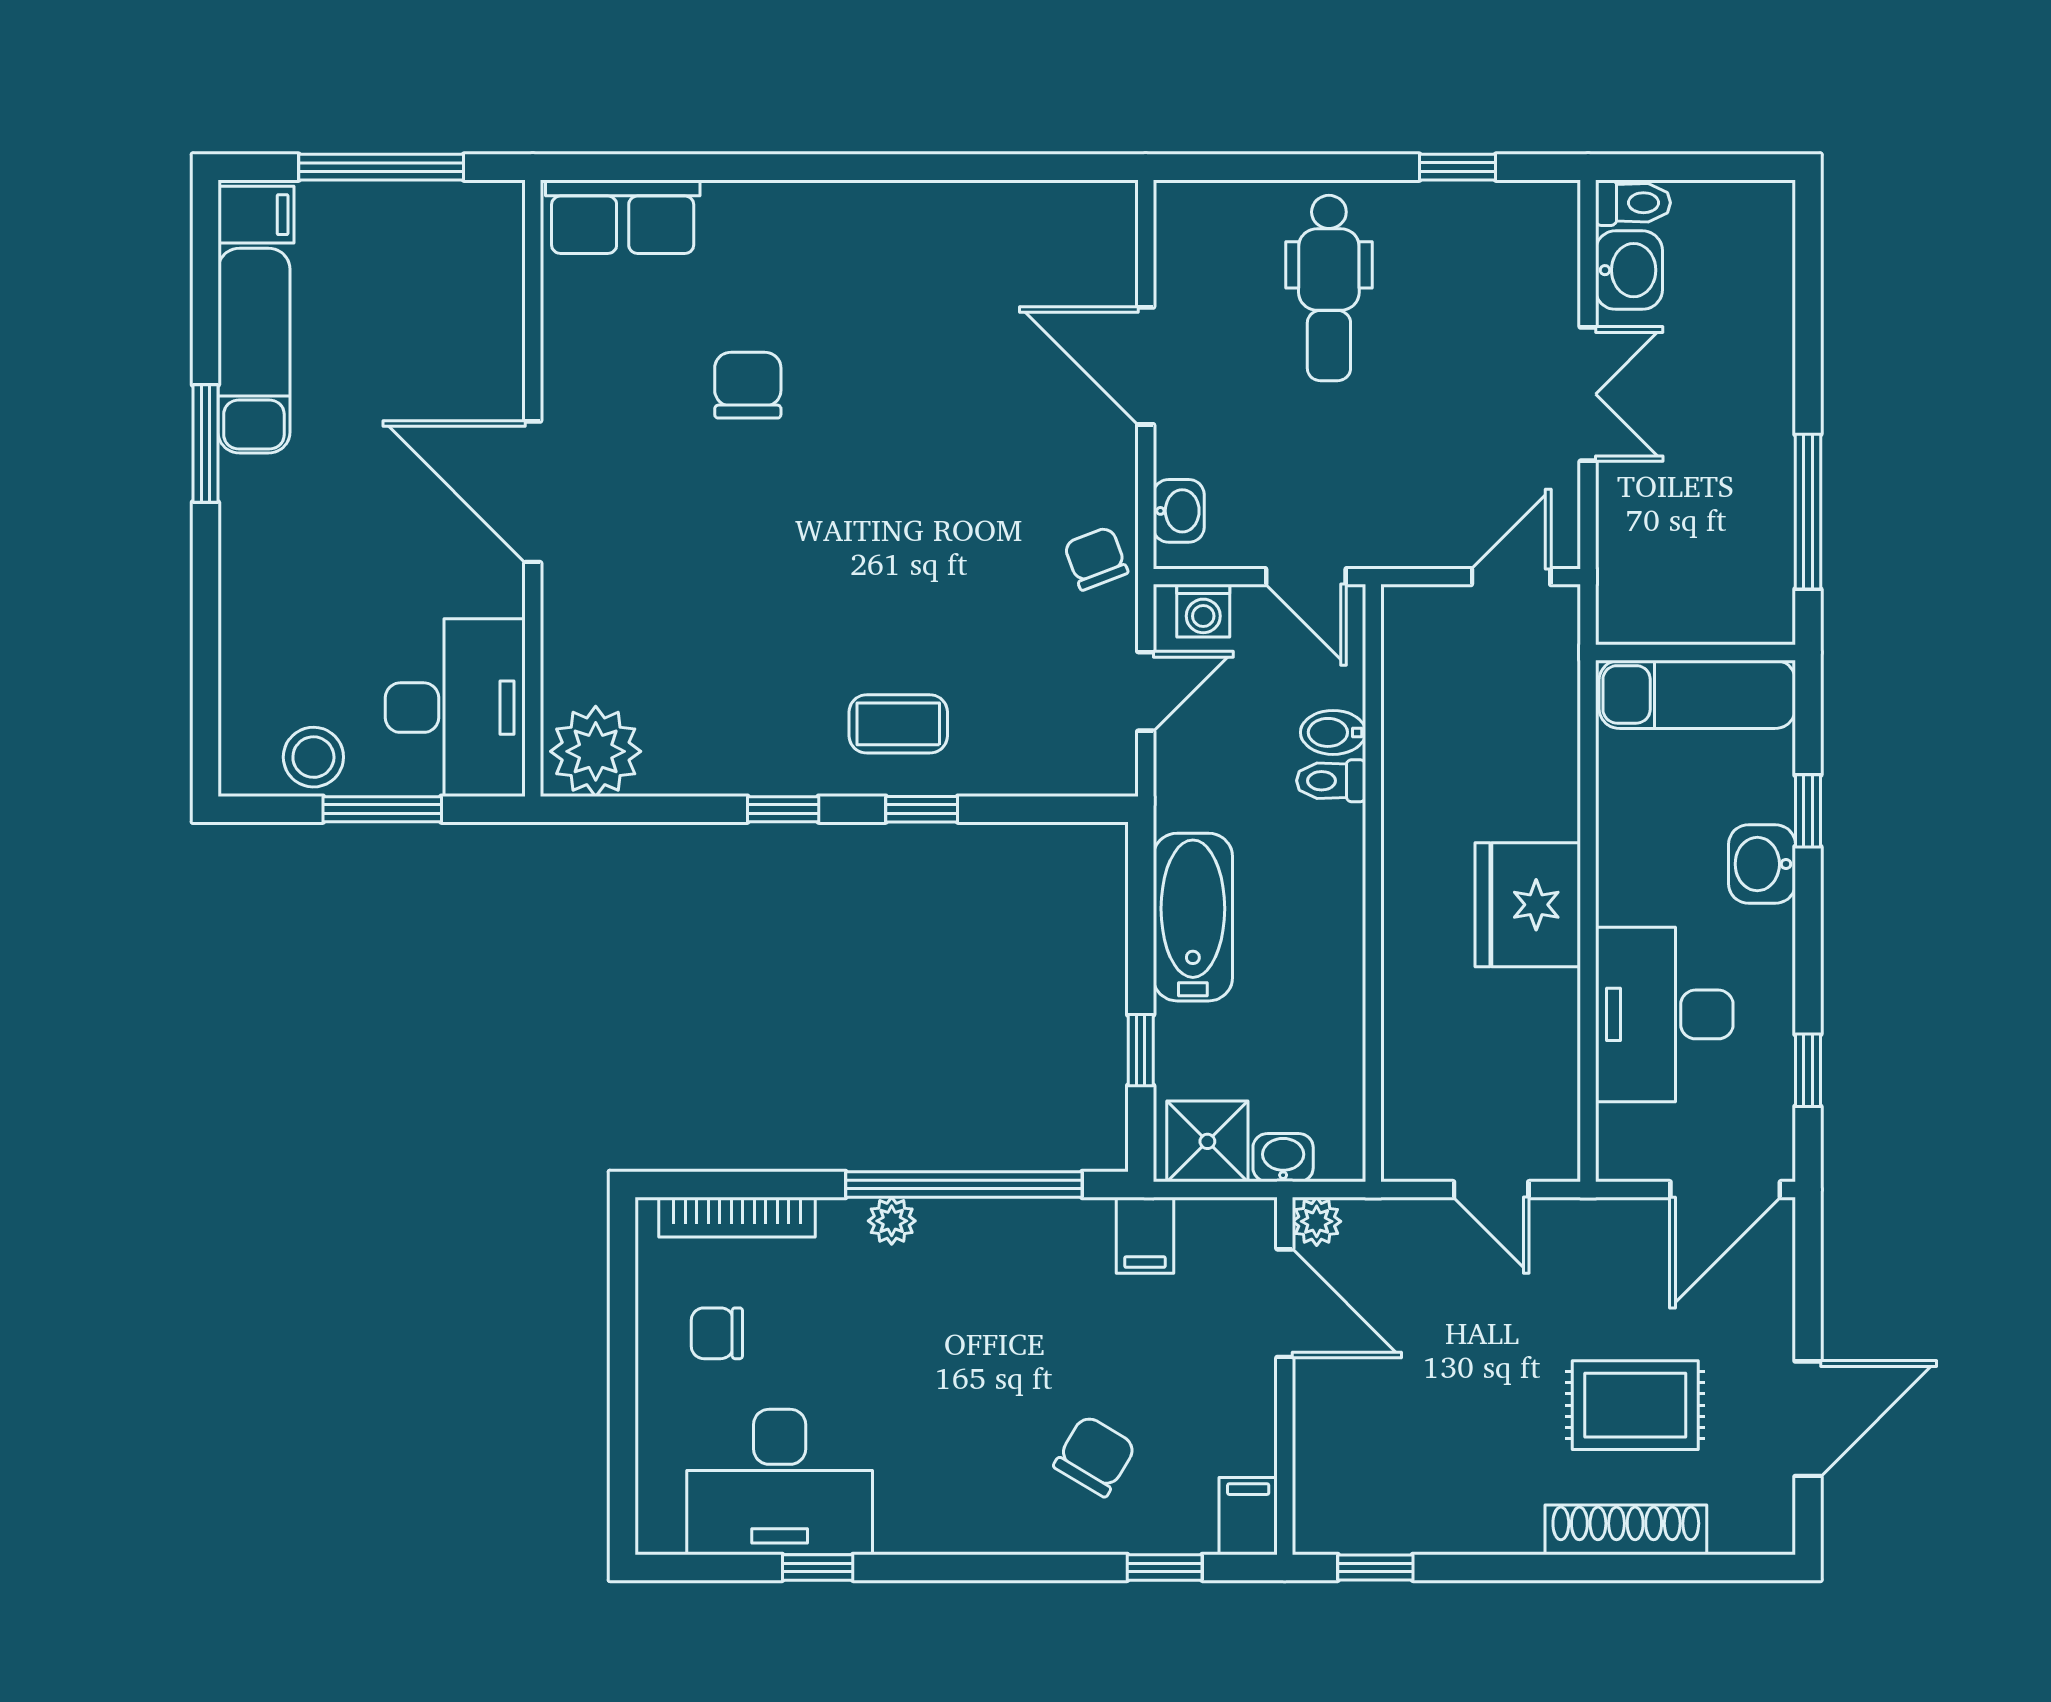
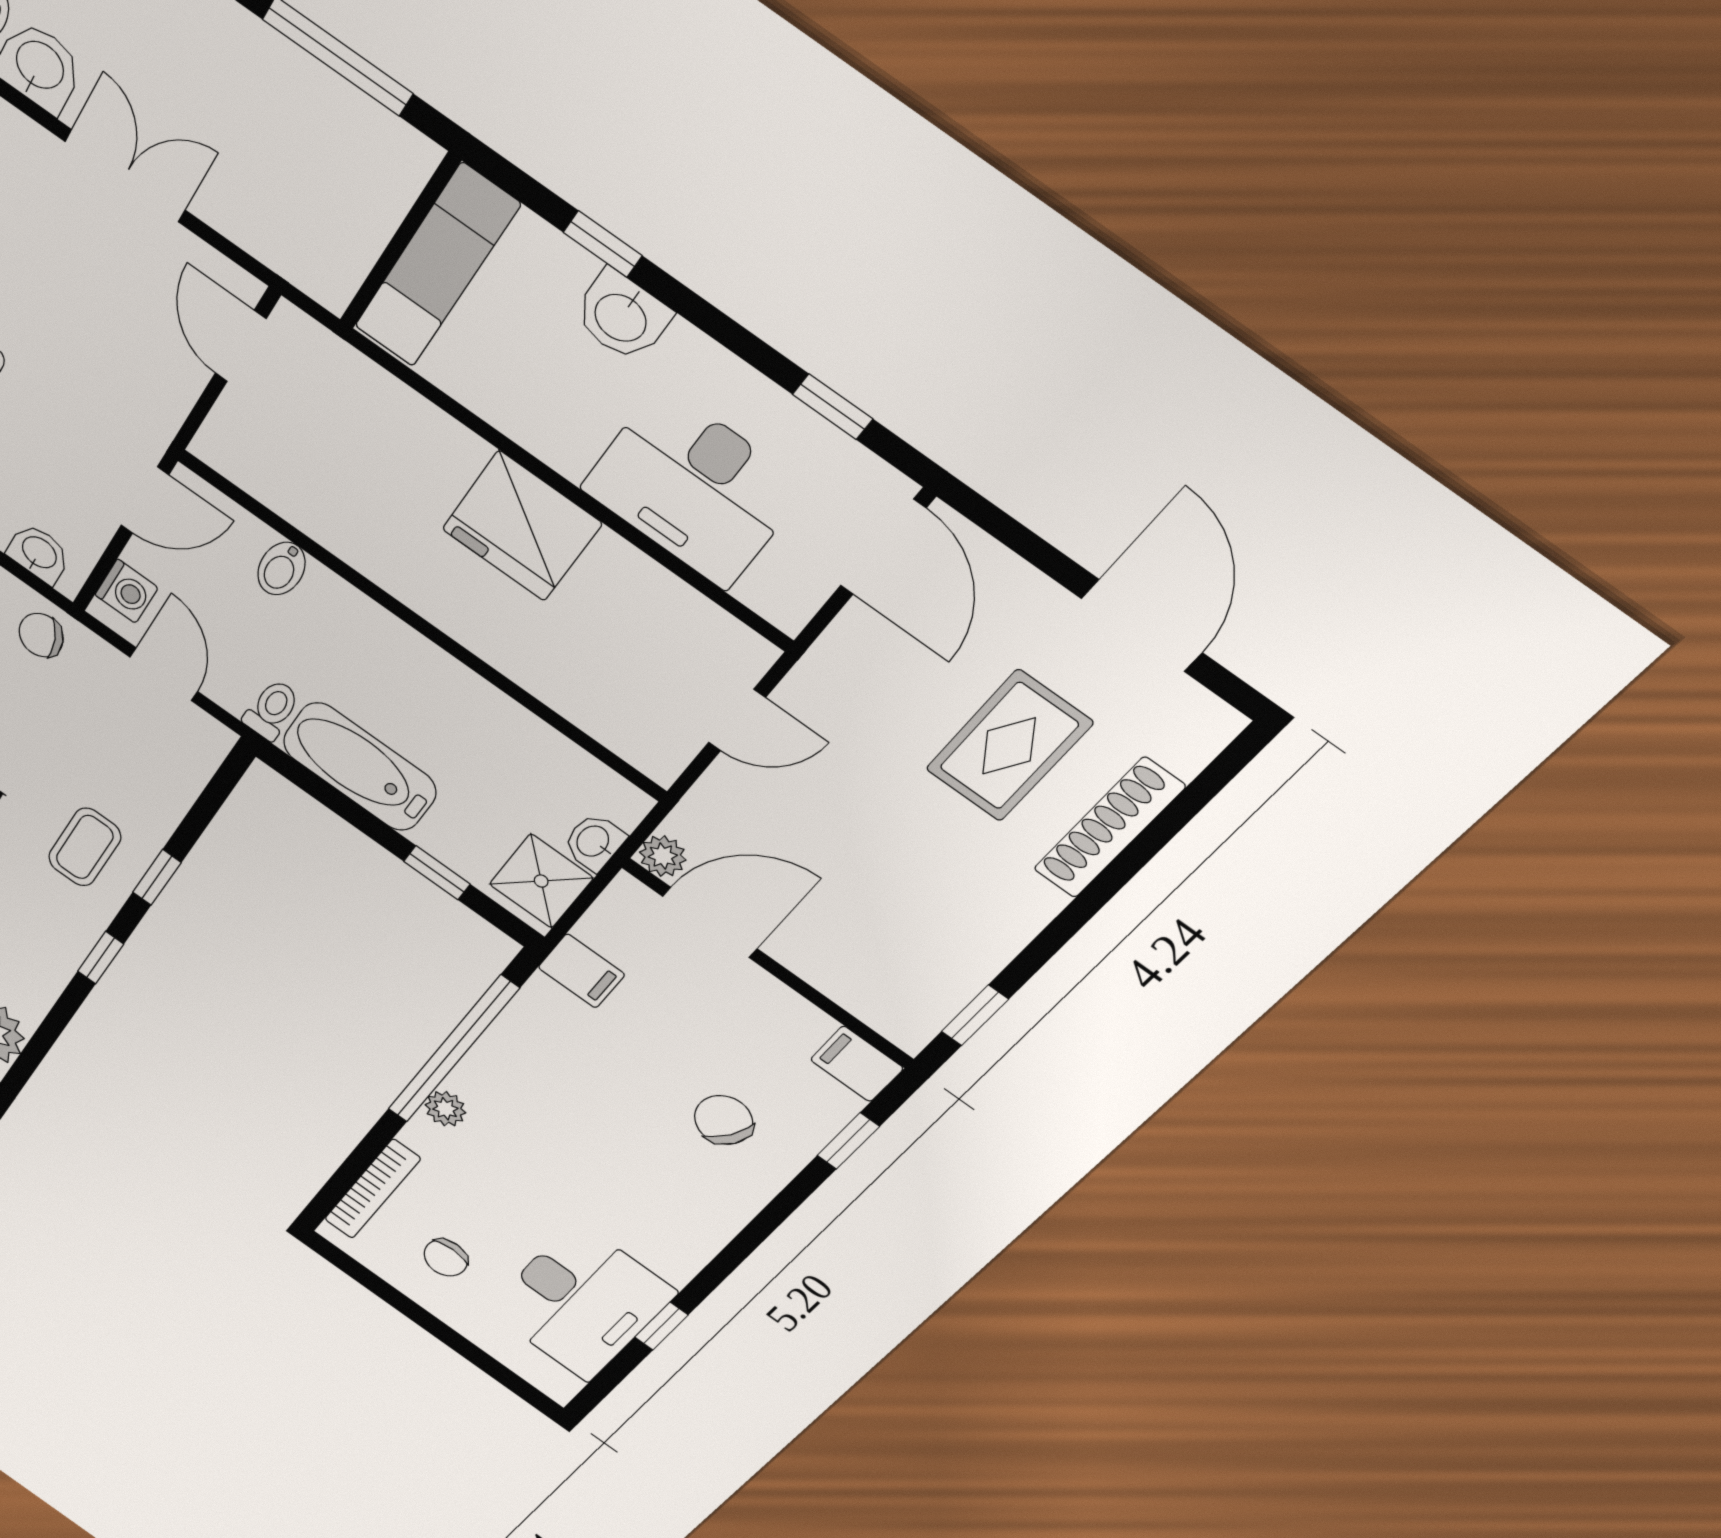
toilet: (1331, 781) -> (272, 710), moved, turned 180

